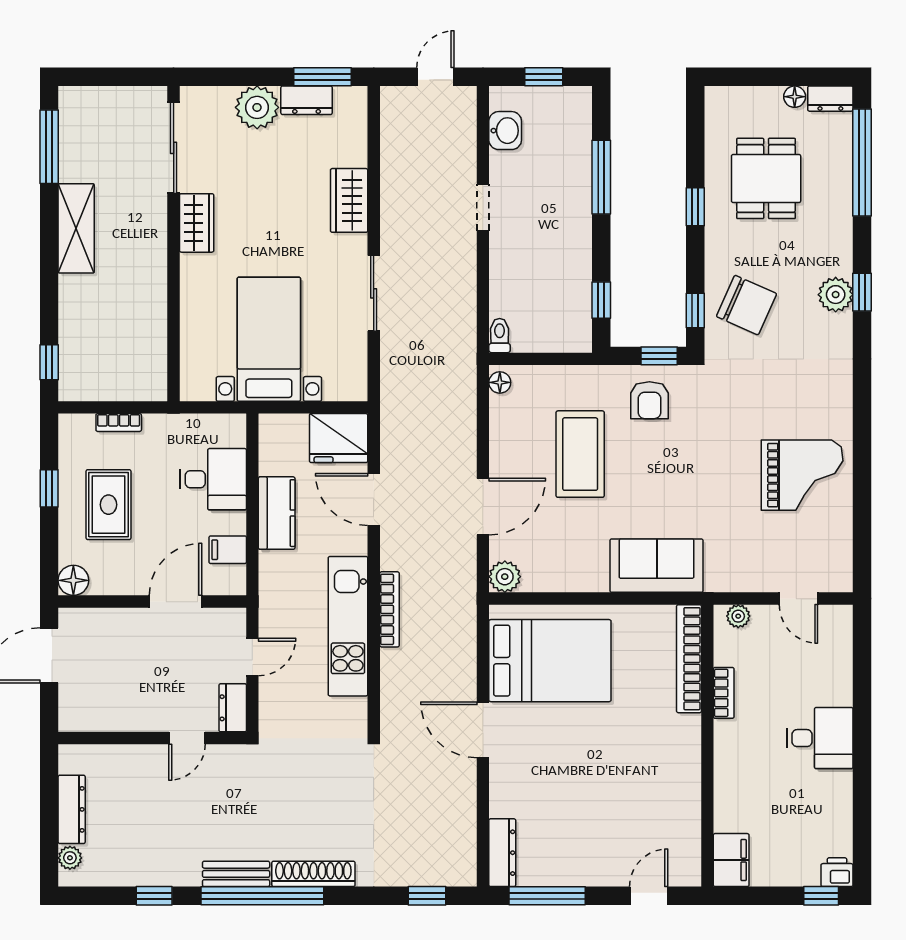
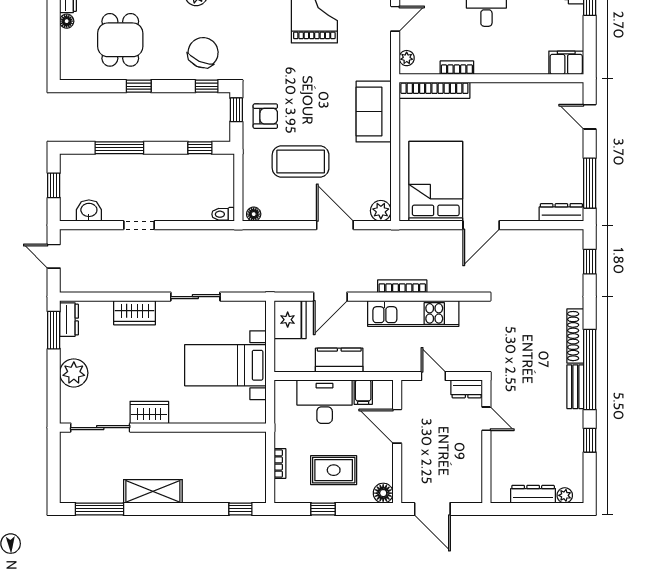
dresser: (307, 100) -> (69, 320), moved
dining table: (766, 178) -> (120, 40), turned 90
desk: (213, 479) -> (325, 402), width x1.37

